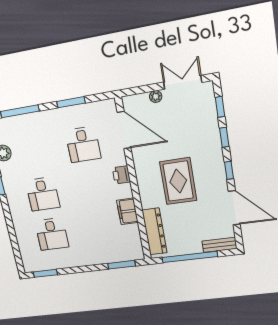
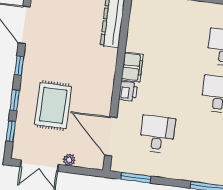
window: (71, 102) -> (136, 178), moved
rug: (178, 181) -> (53, 105), moved
filing cabinet: (127, 211) -> (132, 67), moved

